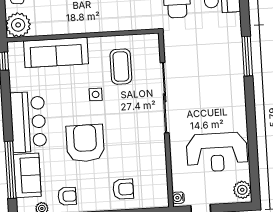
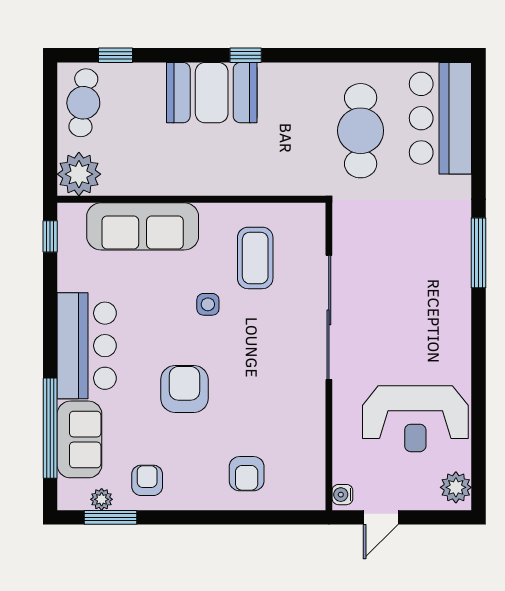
armchair: (85, 143) -> (184, 389), width x0.73, depth x0.73
armchair: (123, 189) -> (247, 474), turned 90
armchair: (67, 196) -> (147, 480), turned -90

